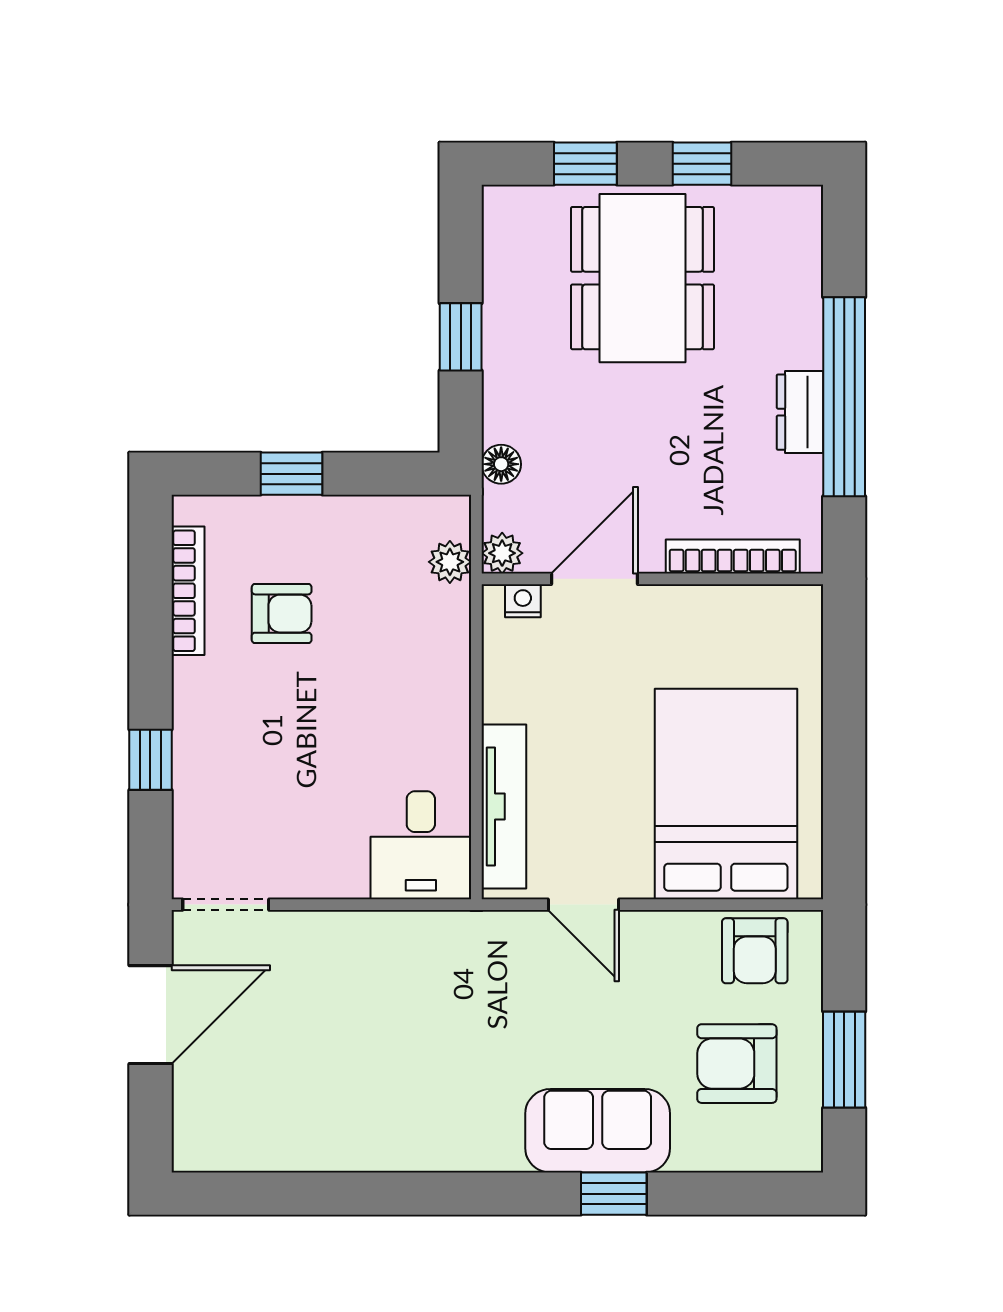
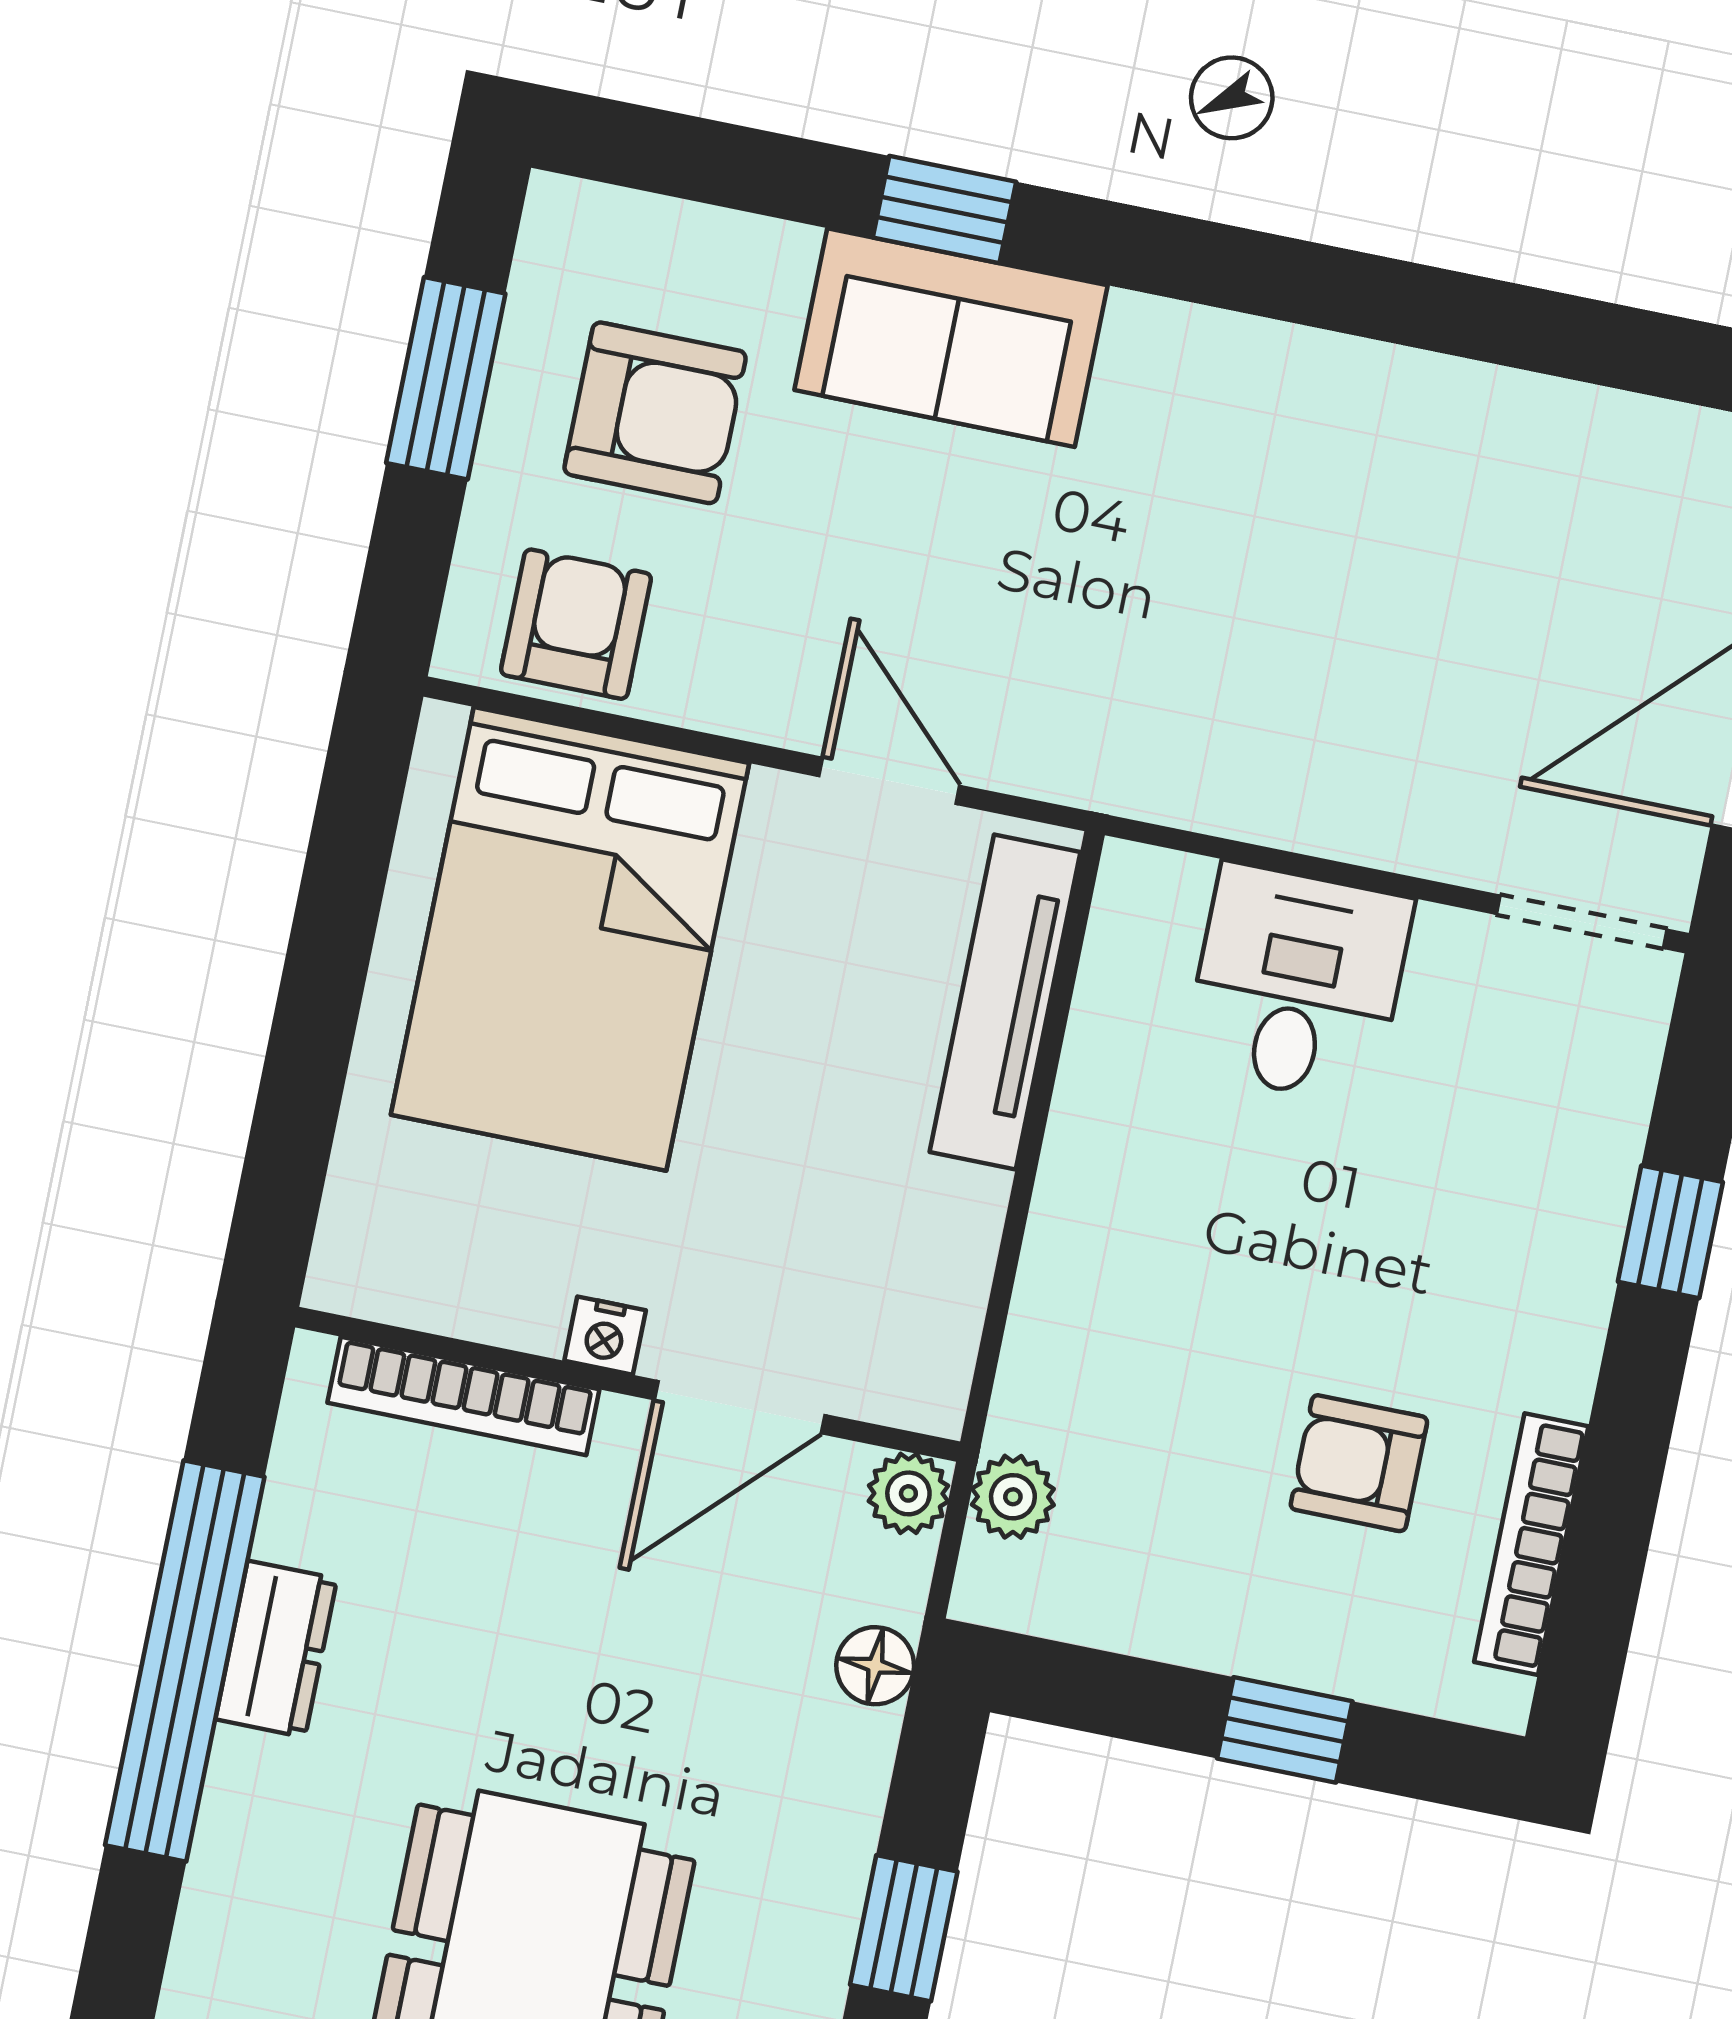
nightstand: (523, 601) -> (605, 1336), moved
desk: (421, 845) -> (1298, 984), moved

